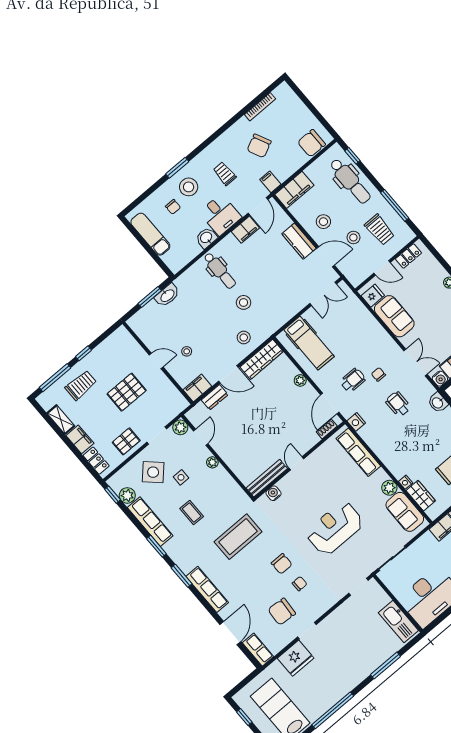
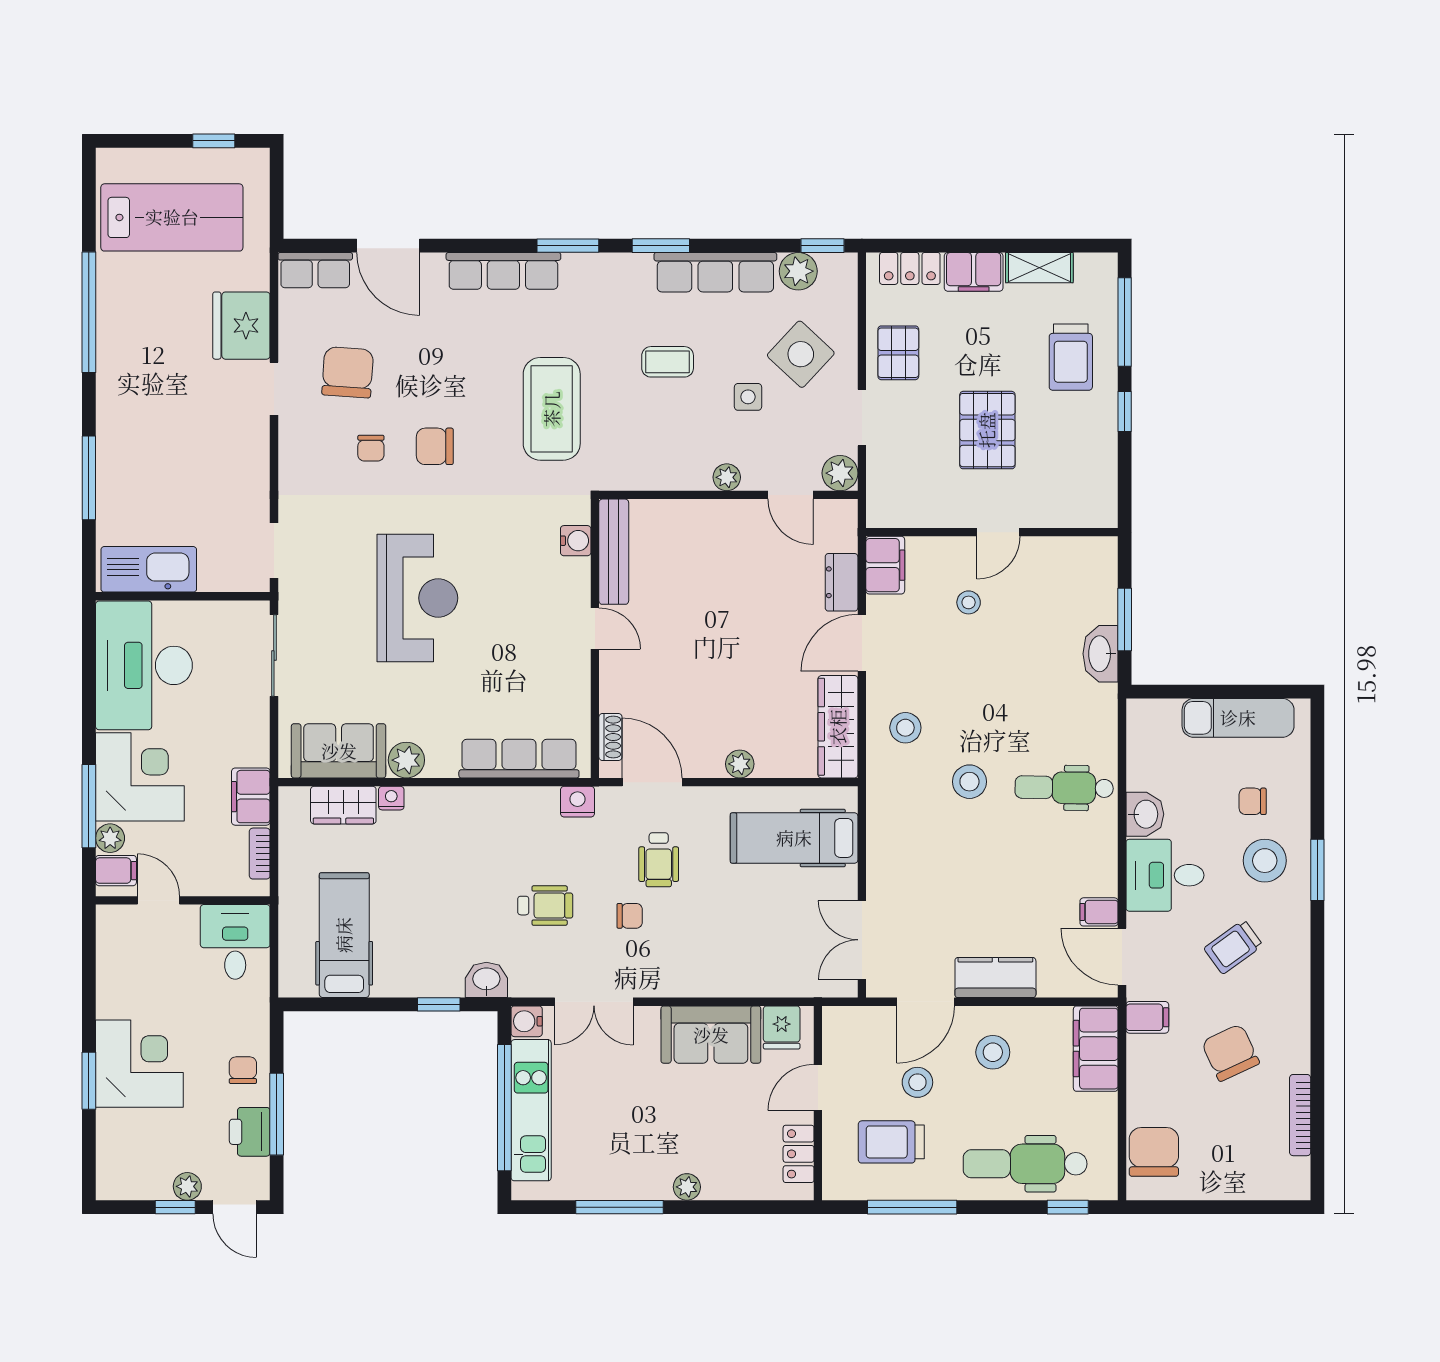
trolley: (225, 174) -> (1233, 947), turned 144
filing cabinet: (245, 230) -> (1099, 912), width x0.50

